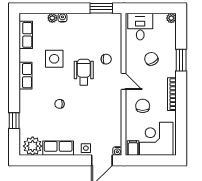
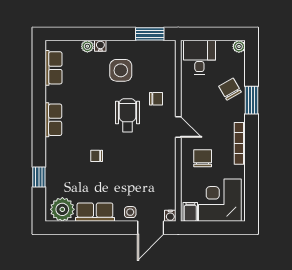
side table: (54, 59) -> (121, 70), moved
chair: (151, 59) -> (230, 89), moved

